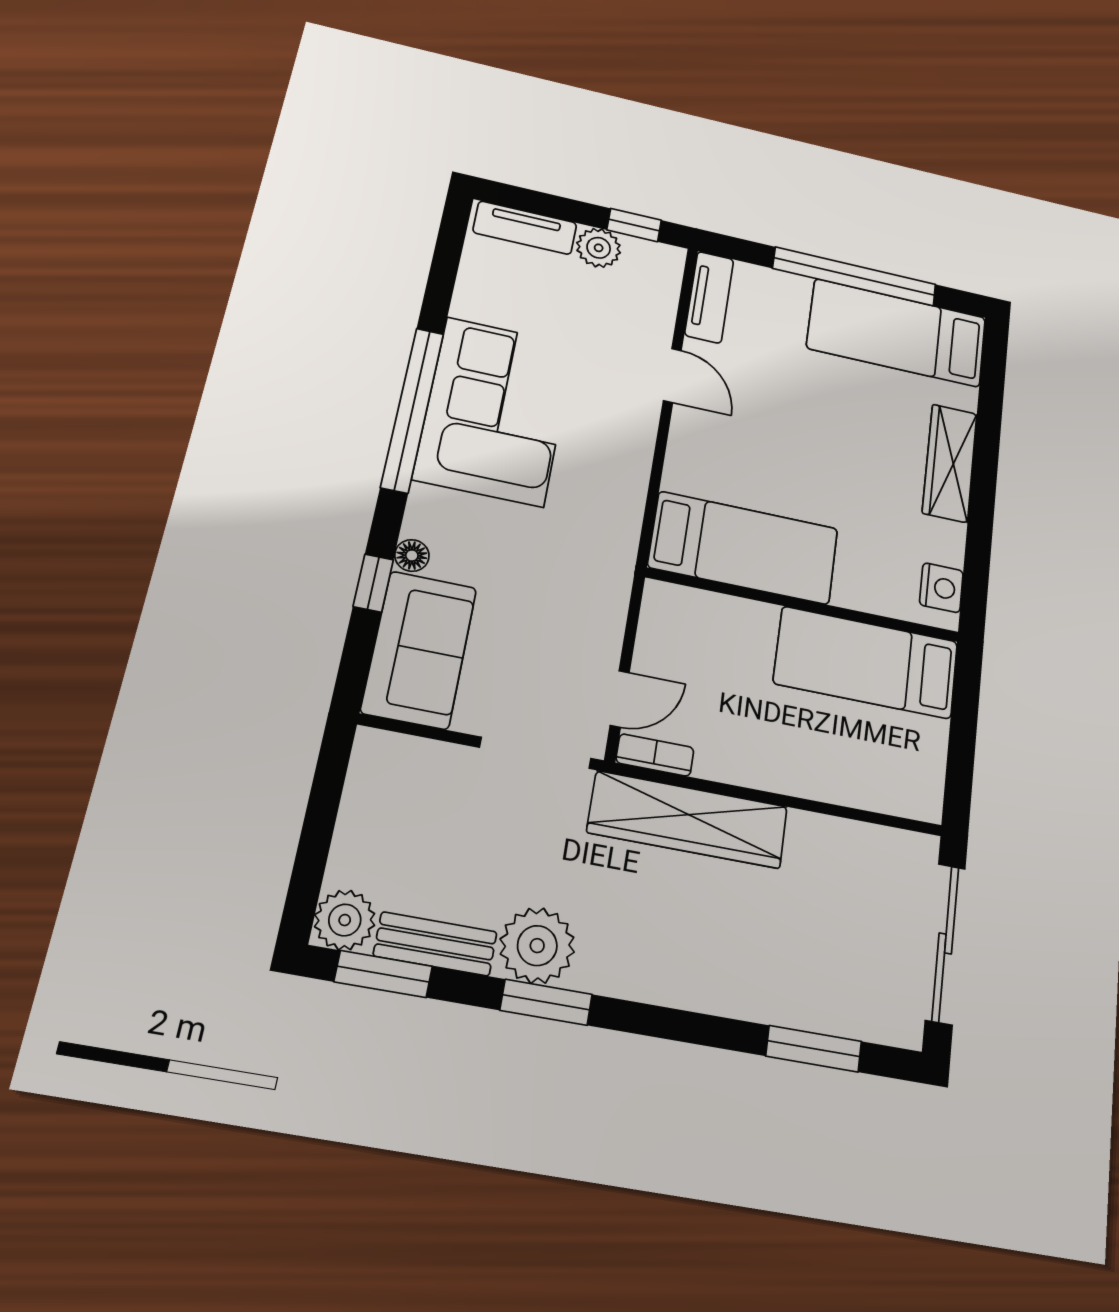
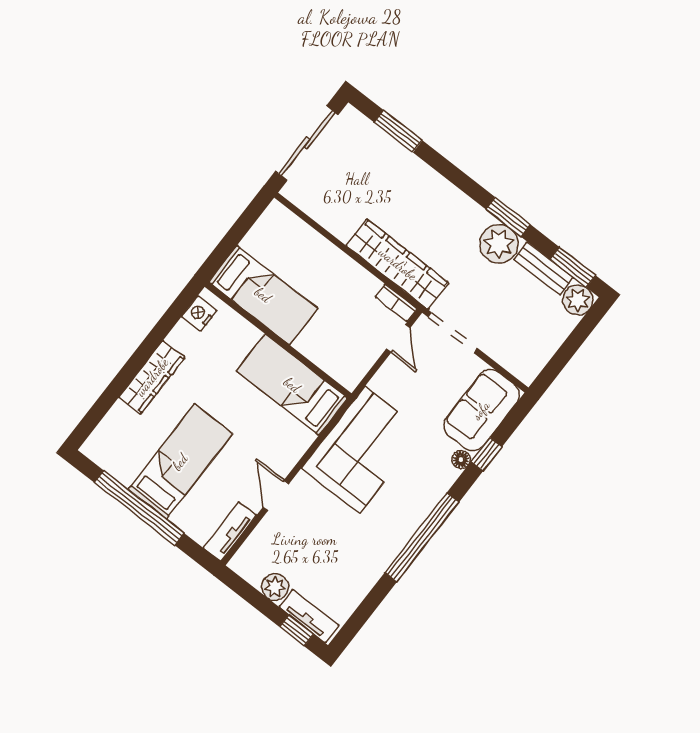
window: (634, 225) -> (297, 630), moved
bed: (897, 333) -> (180, 462), moved, turned -90
corner sofa: (495, 411) -> (362, 450), moved, turned 180
door: (620, 699) -> (398, 338), swing flipped

